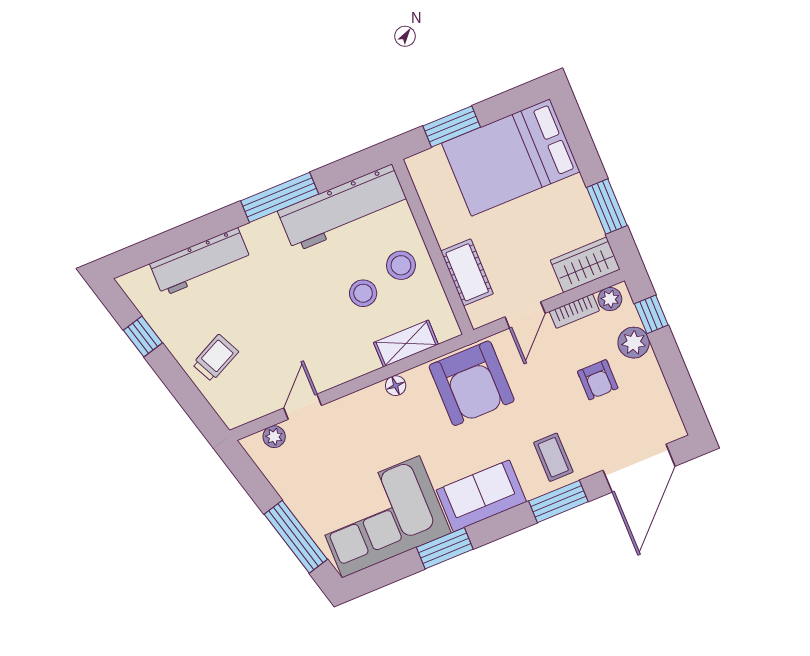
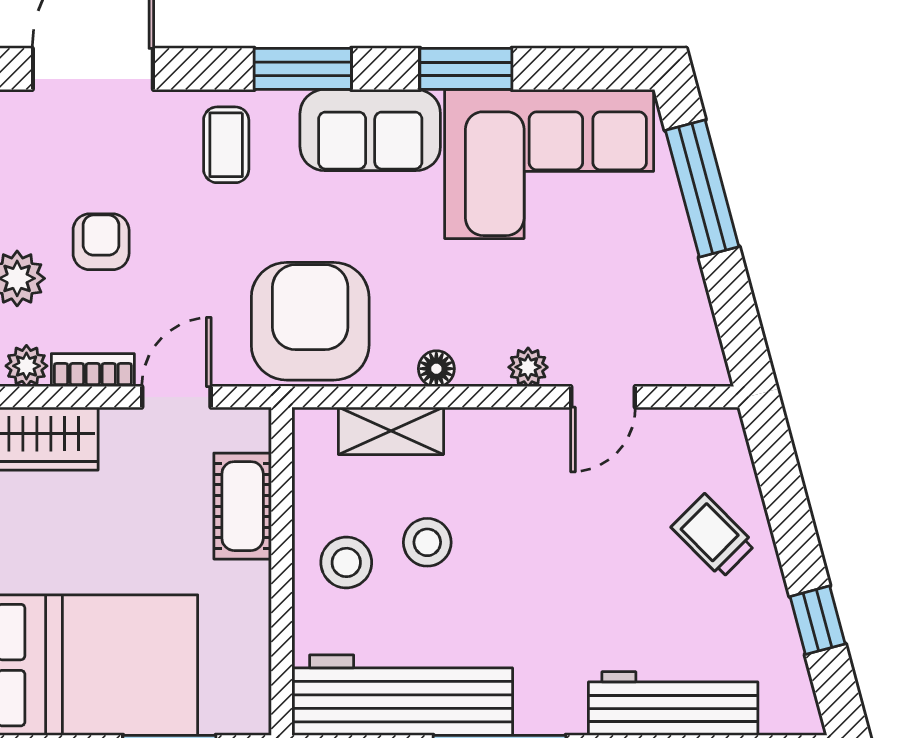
trolley: (215, 358) -> (713, 536), turned 71
plant: (274, 437) -> (528, 367), moved
window: (558, 501) -> (303, 69), moved

